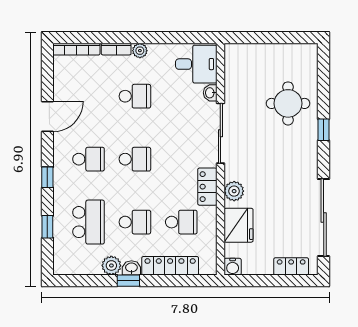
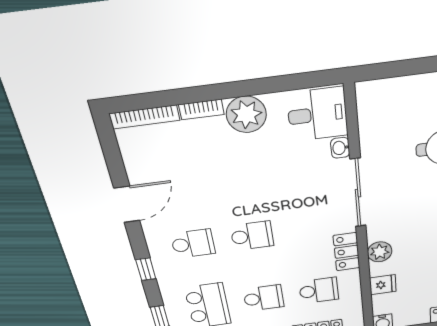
plant: (140, 51) -> (246, 114), width x1.88, depth x1.88
school desk: (135, 96) -> (239, 165), removed
fridge: (239, 225) -> (383, 285), width x0.53, depth x0.75

